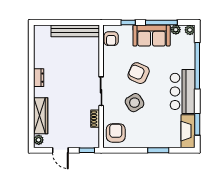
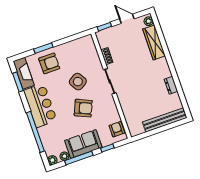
bench: (75, 31) -> (165, 120), moved
dresser: (39, 78) -> (171, 85), moved
armchair: (116, 133) -> (49, 63), moved, turned -90

